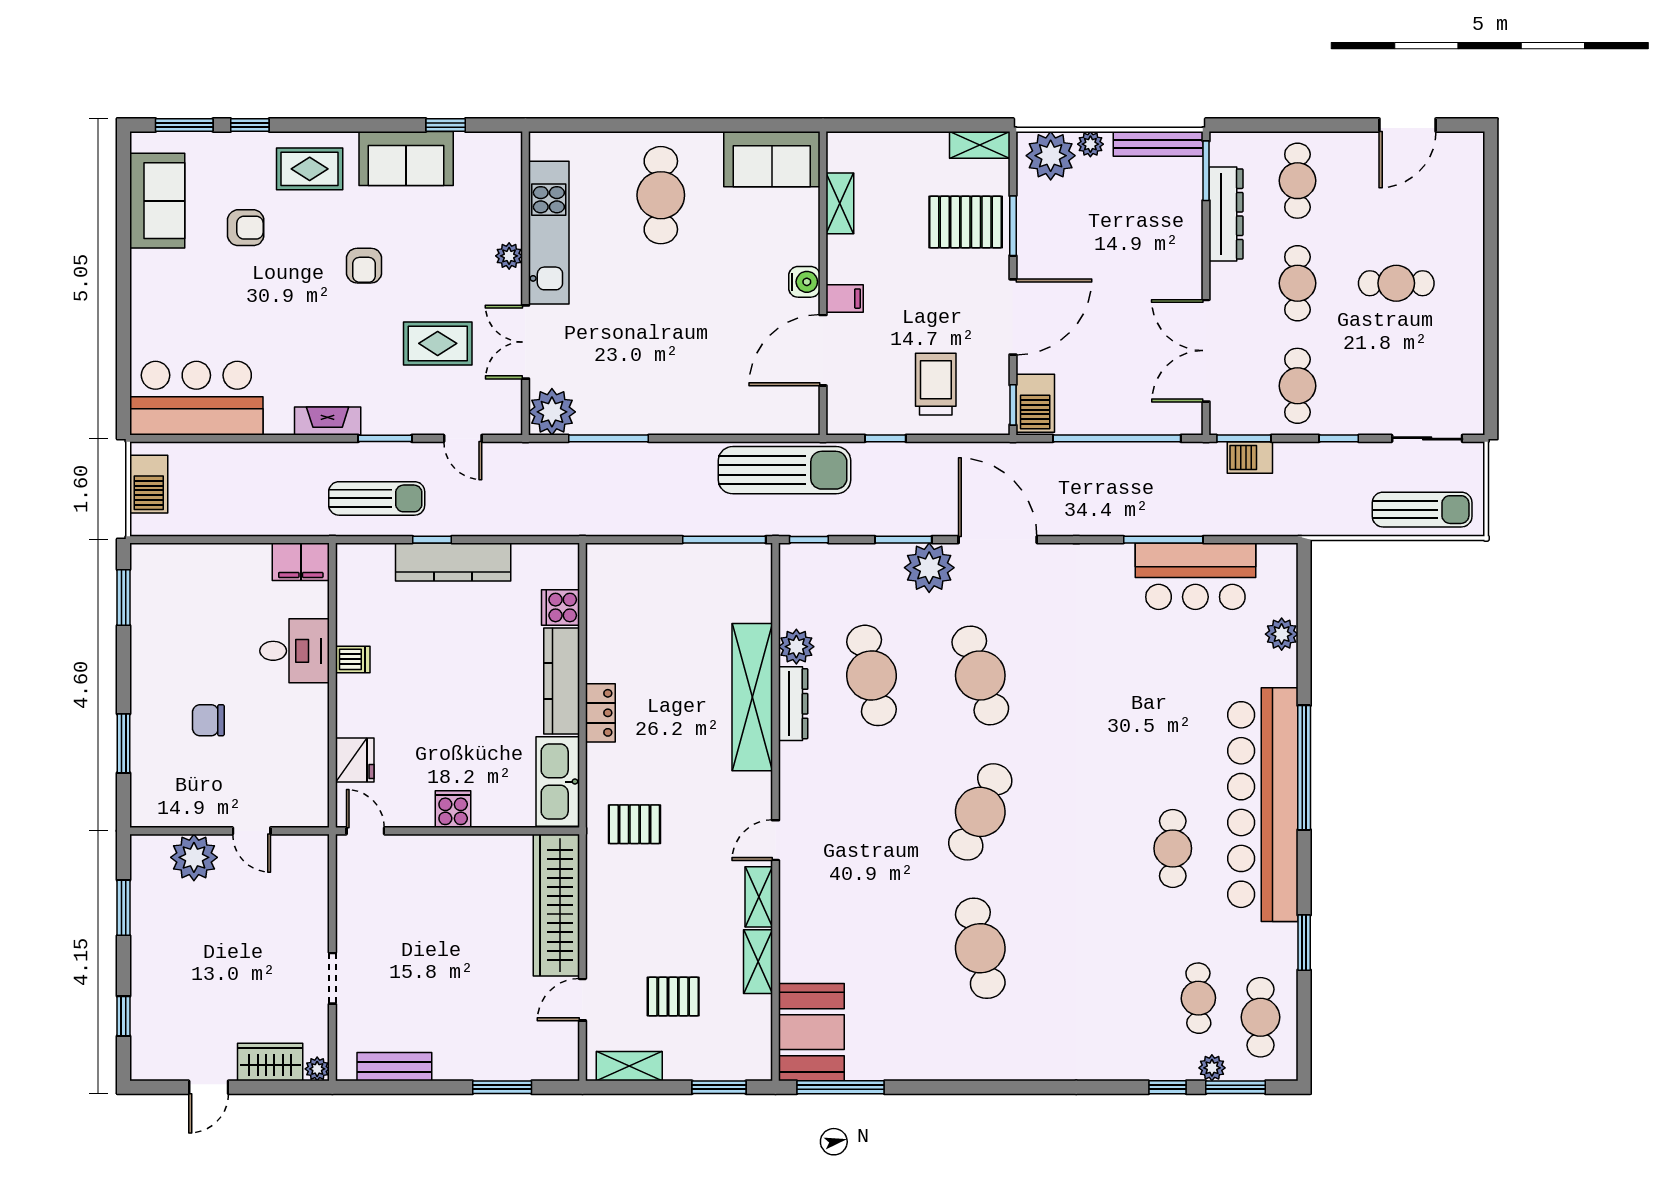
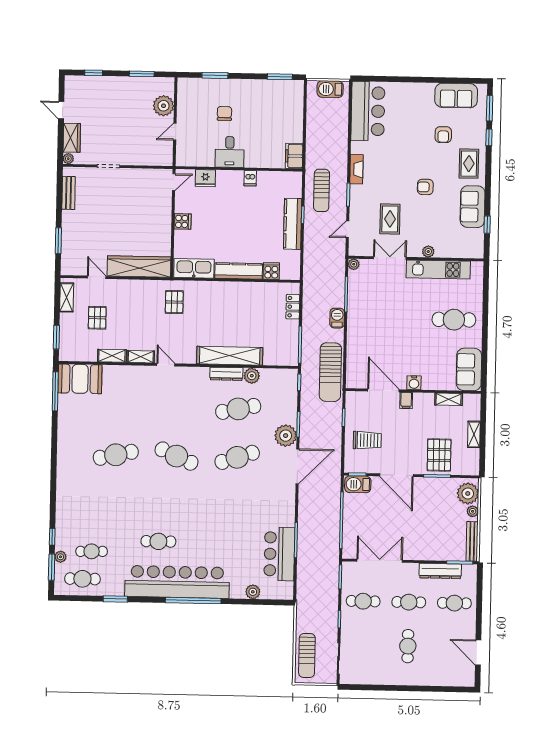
shelving: (980, 145) -> (474, 434), moved
plant: (552, 412) -> (354, 264), width x0.53, depth x0.53
barbecue: (1250, 457) -> (337, 318), moved
desk: (295, 651) -> (230, 152), moved
locker: (600, 713) -> (293, 307), moved, turned 90

